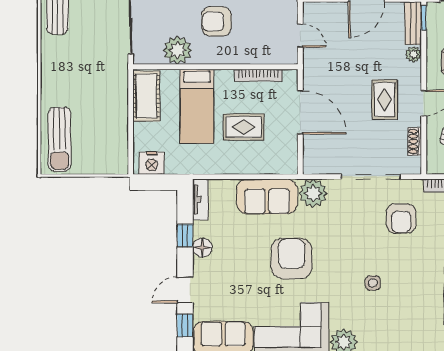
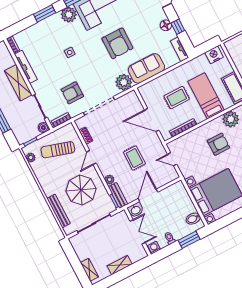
rug: (384, 100) -> (134, 158), moved
armchair: (401, 218) -> (72, 93), turned -90

